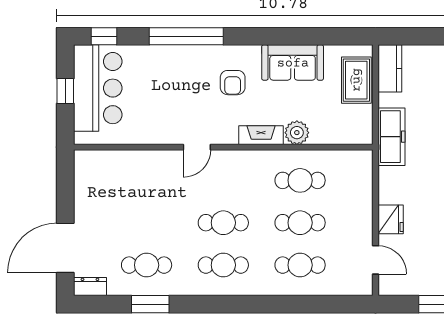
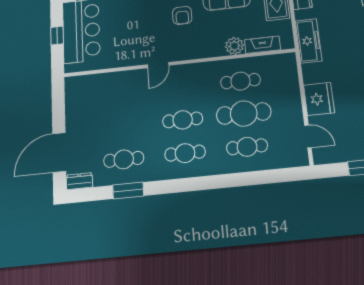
fireplace: (261, 135) -> (262, 45), moved
fridge: (391, 219) -> (319, 99), width x1.36, depth x1.34
cafe table: (300, 223) -> (244, 113), width x1.37, depth x1.35

